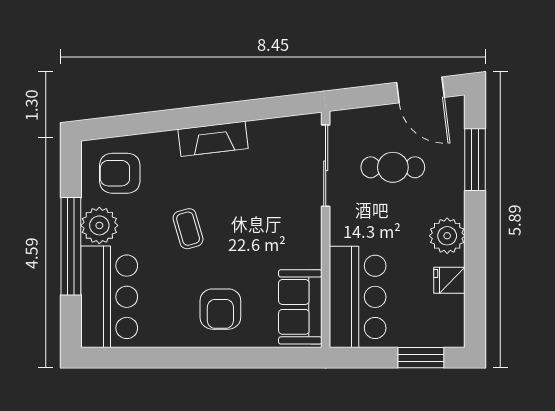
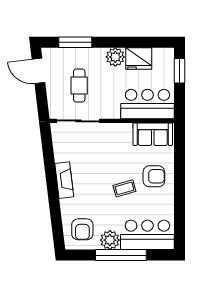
door: (421, 90) -> (38, 71), swing flipped
coffee table: (188, 229) -> (124, 188), moved
fridge: (449, 280) -> (139, 58), width x1.88, depth x1.34

